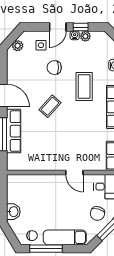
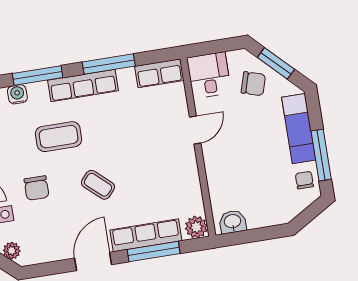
plant: (14, 163) -> (196, 227), added
washbasin: (13, 212) -> (233, 222), moved

